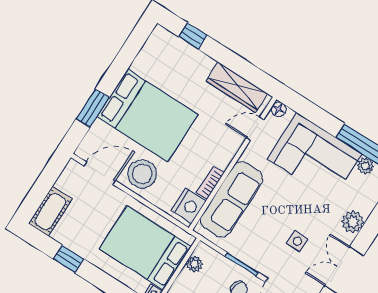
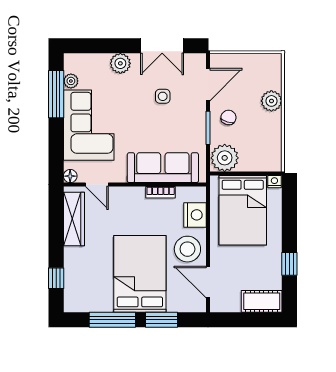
window: (122, 63) -> (112, 320), added
nightstand: (189, 206) -> (195, 215), moved, turned 90
plant: (194, 264) -> (225, 158), width x1.88, depth x1.88

